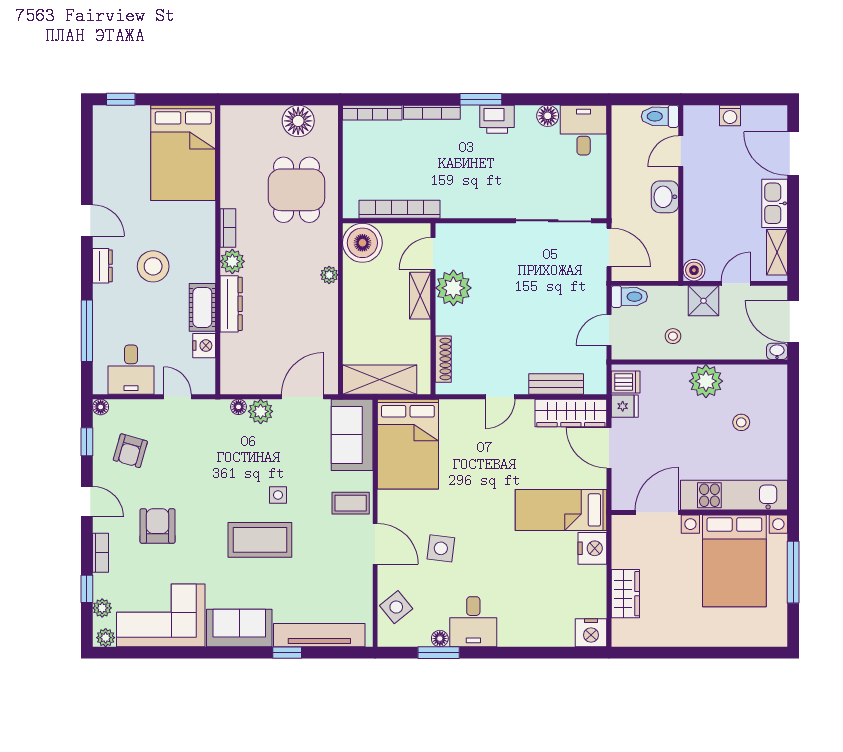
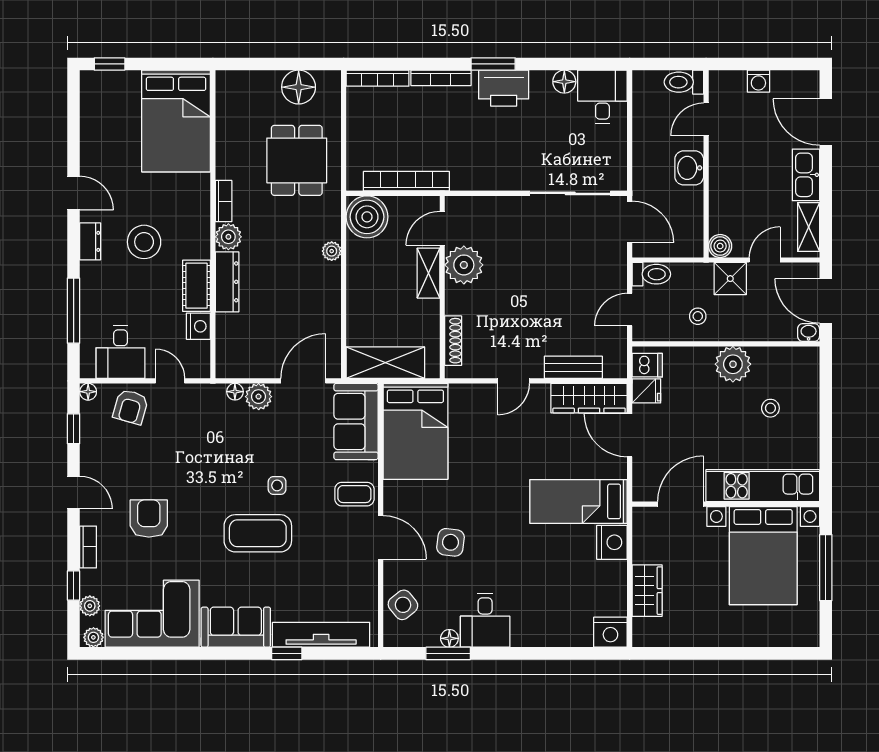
printer: (497, 119) -> (504, 88), width x1.37, depth x1.19
armchair: (130, 451) -> (131, 407), moved

